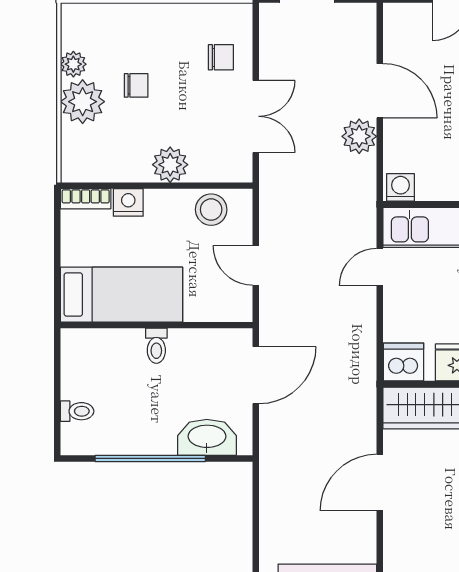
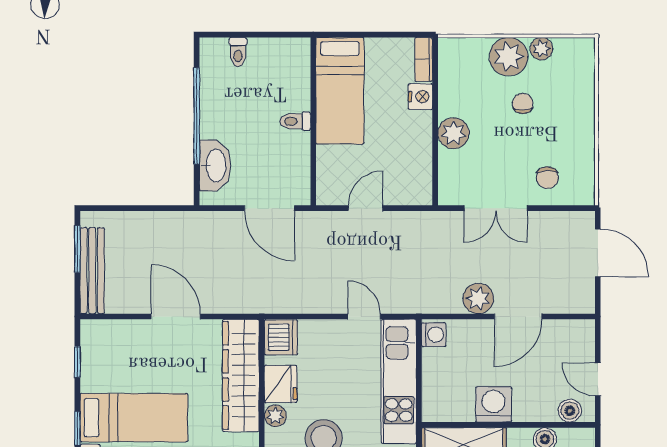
chair: (136, 85) -> (523, 104), turned 180
stool: (211, 210) -> (414, 169), removed

